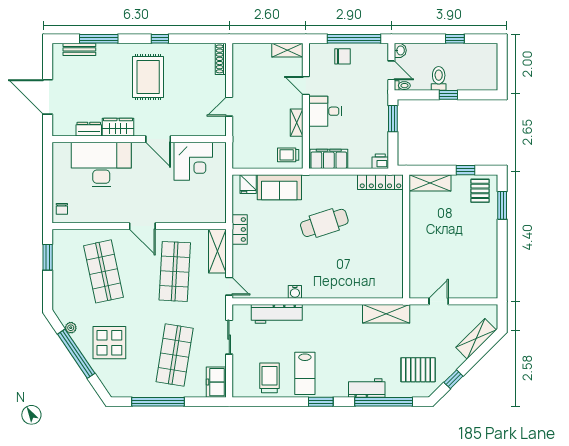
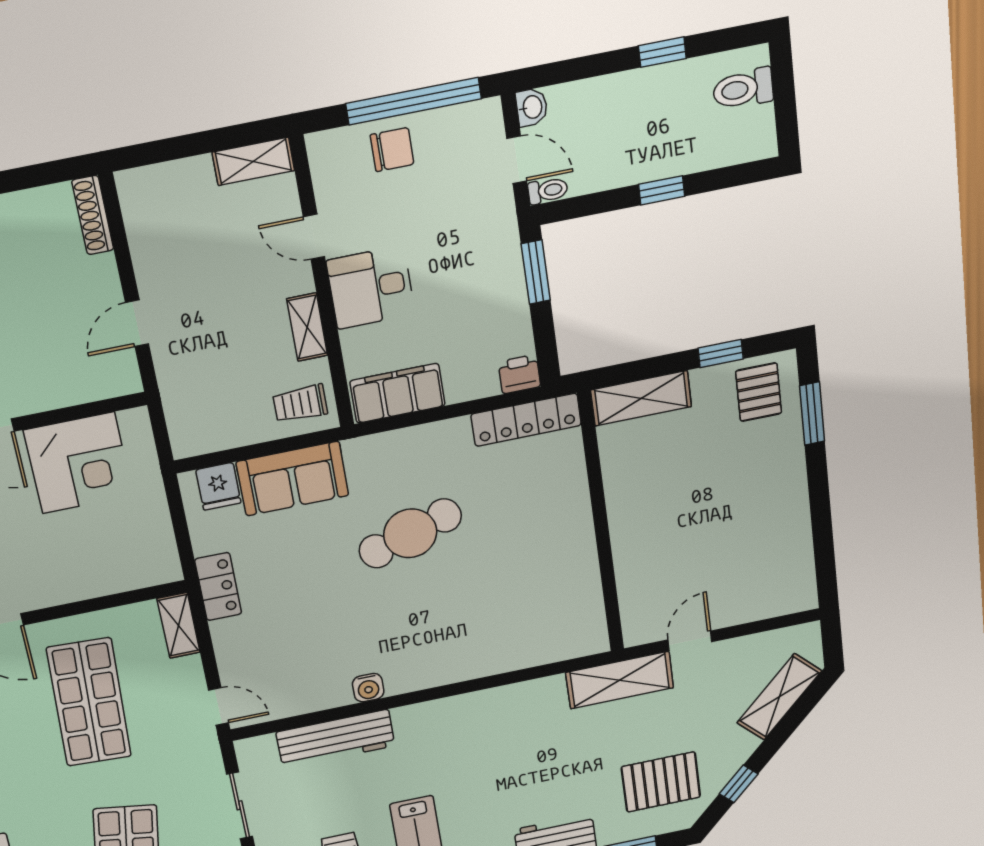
toilet: (439, 78) -> (743, 89), moved, turned -90
shelving: (217, 251) -> (179, 625), width x0.67, depth x0.75
shelving: (386, 314) -> (620, 680), moved

